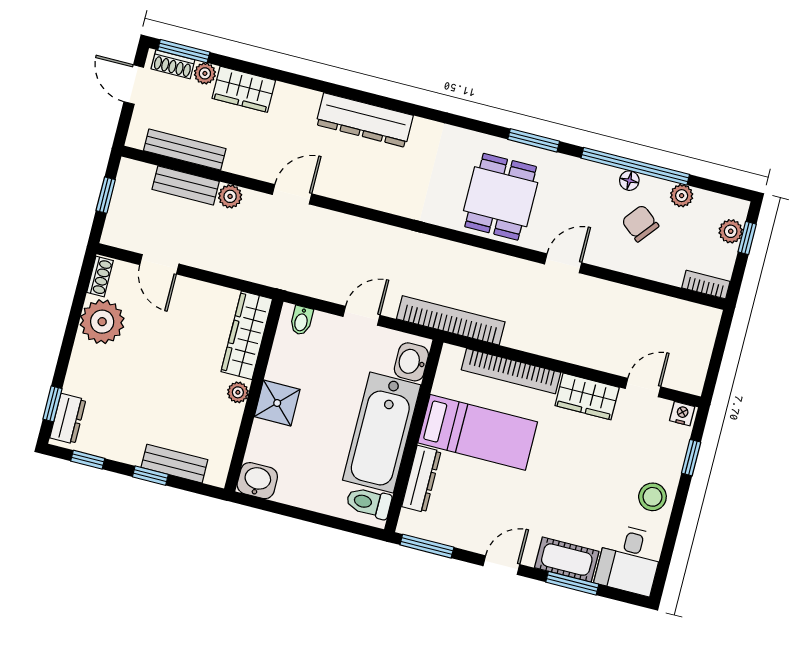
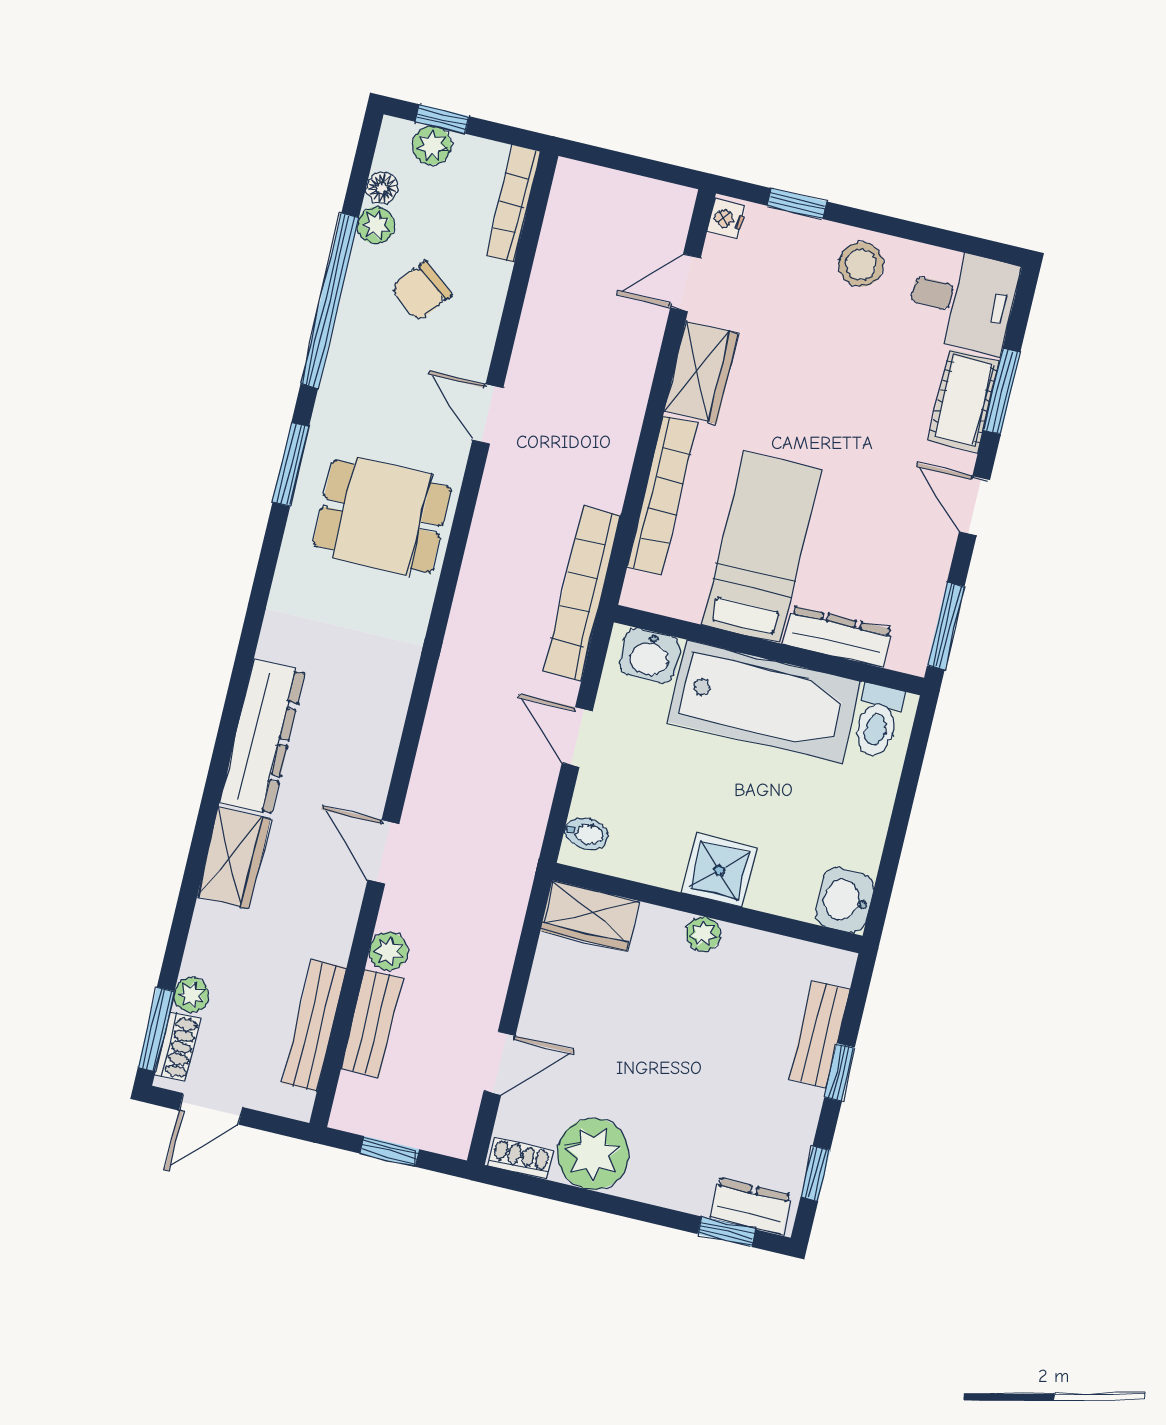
wardrobe: (244, 89) -> (234, 858), moved
floor lamp: (629, 181) -> (382, 188), moved
bookcase: (706, 285) -> (514, 204), width x1.56
wardrobe: (247, 335) -> (590, 916), width x0.67
door: (643, 388) -> (685, 283), hinge flipped

